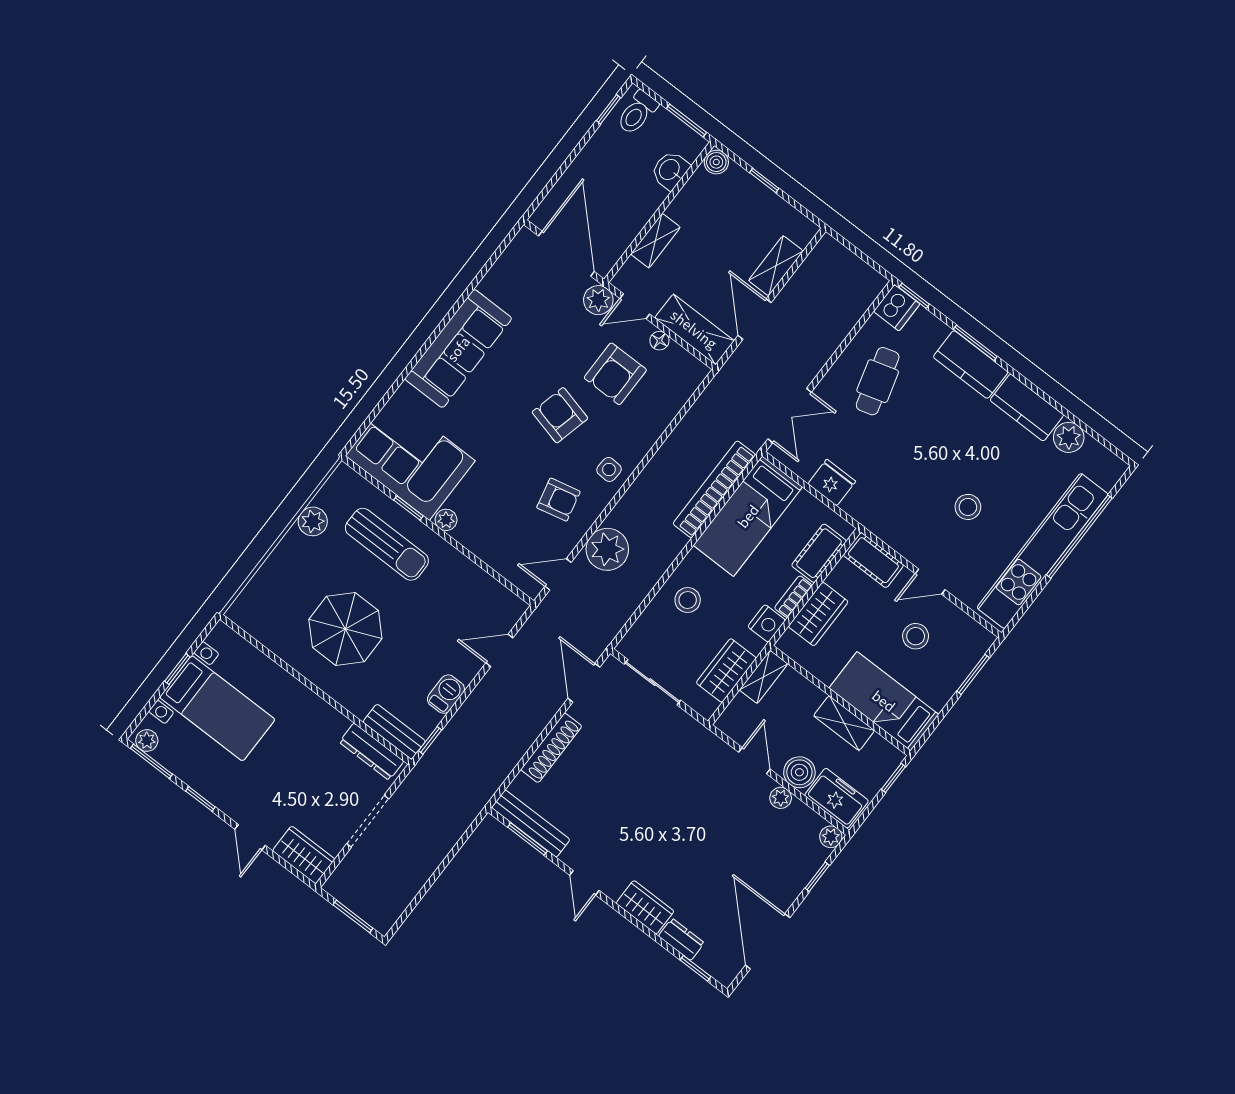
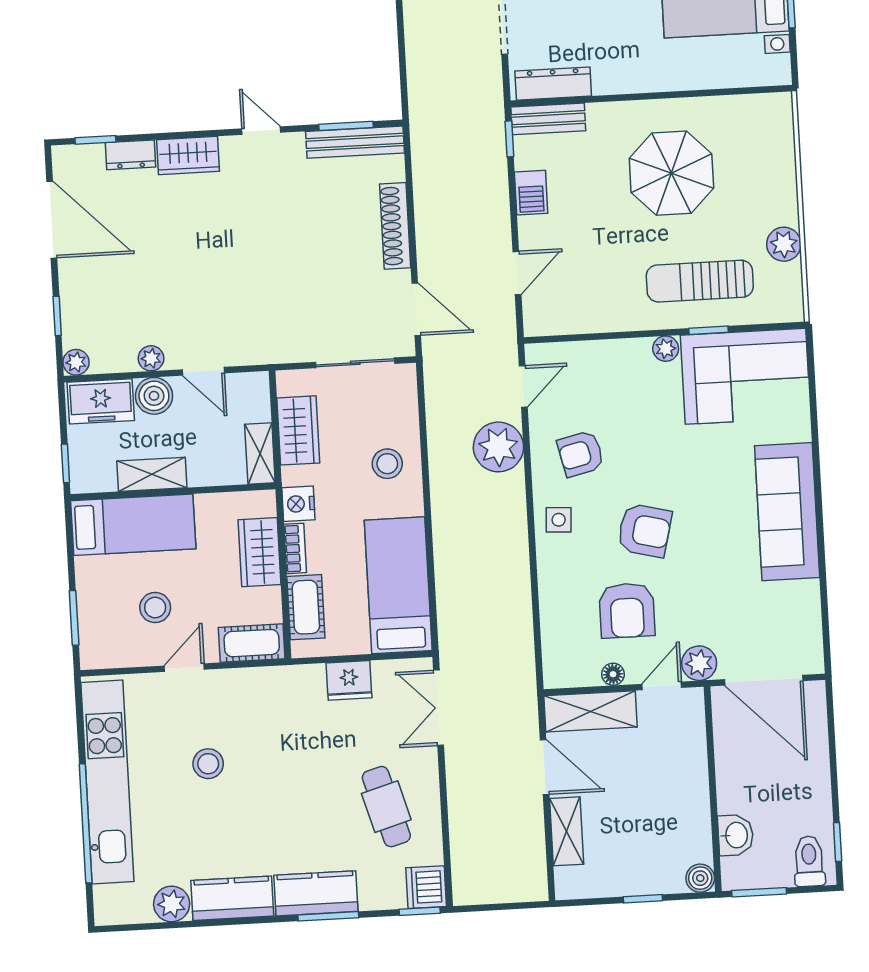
shelving: (655, 241) -> (694, 761), removed
armchair: (615, 374) -> (627, 610), turned 180
bookcase: (714, 489) -> (449, 583), removed

